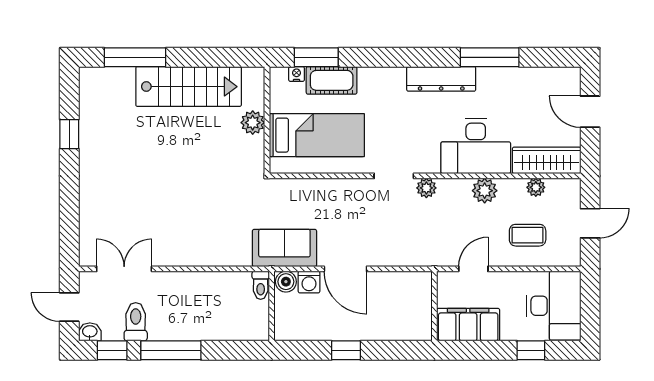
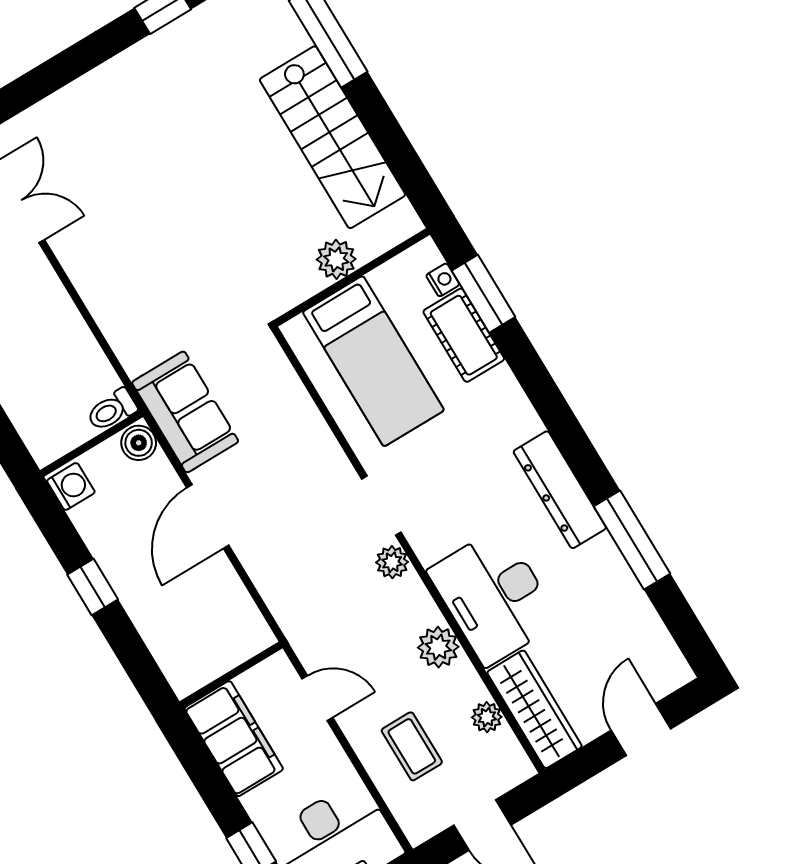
washing machine: (309, 282) -> (71, 486), moved, turned 180

